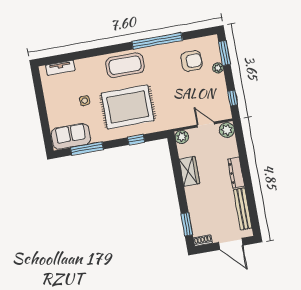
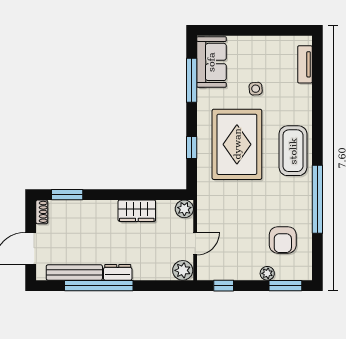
dresser: (236, 173) -> (118, 272), width x0.70
window: (249, 189) -> (99, 286), added

